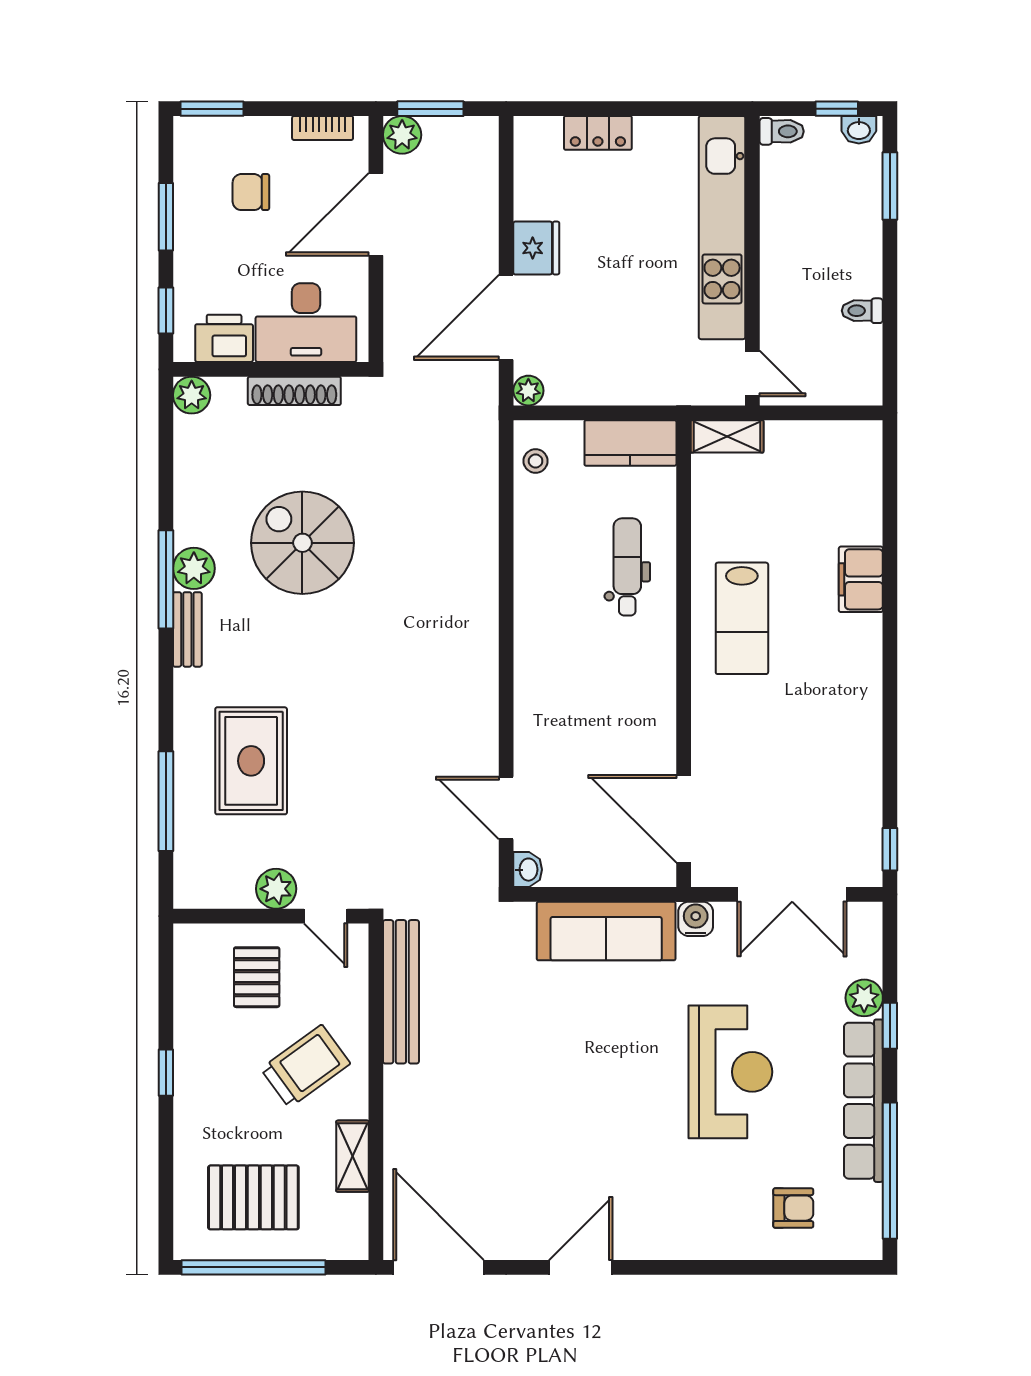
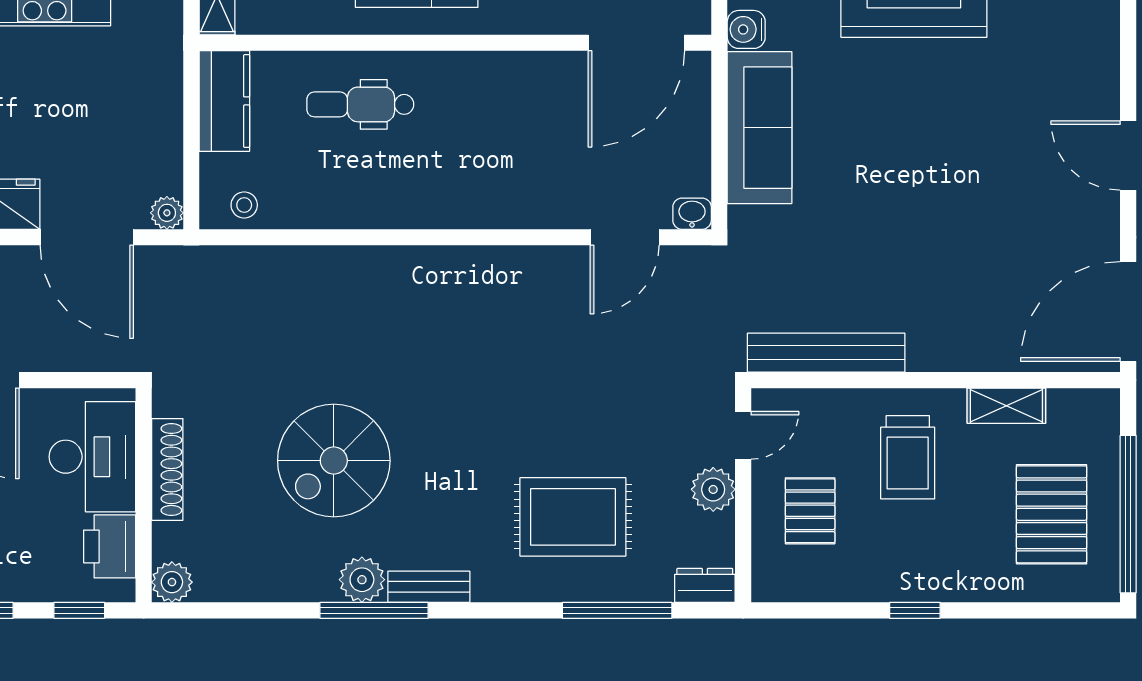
dresser: (189, 881) -> (705, 585), added
pallet: (257, 977) -> (810, 511), turned 90
trolley: (305, 1066) -> (908, 457), turned -144

